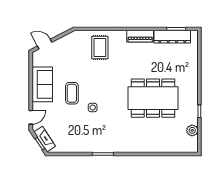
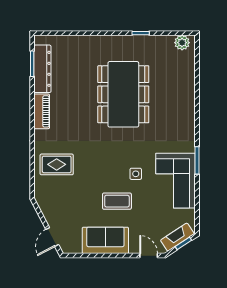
plant: (192, 130) -> (182, 43), moved
corner sofa: (88, 138) -> (176, 181), added

